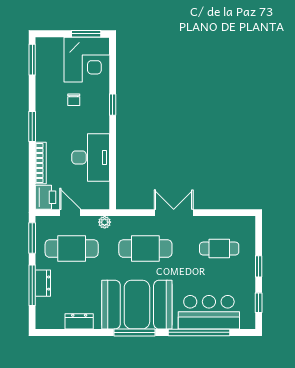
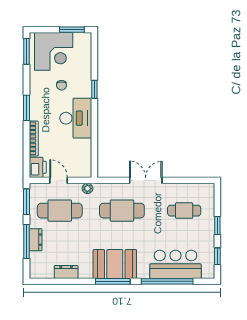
corner desk: (87, 60) -> (54, 51), moved
desk: (91, 157) -> (76, 118), moved
booth: (137, 305) -> (115, 264), width x0.73, depth x0.70

